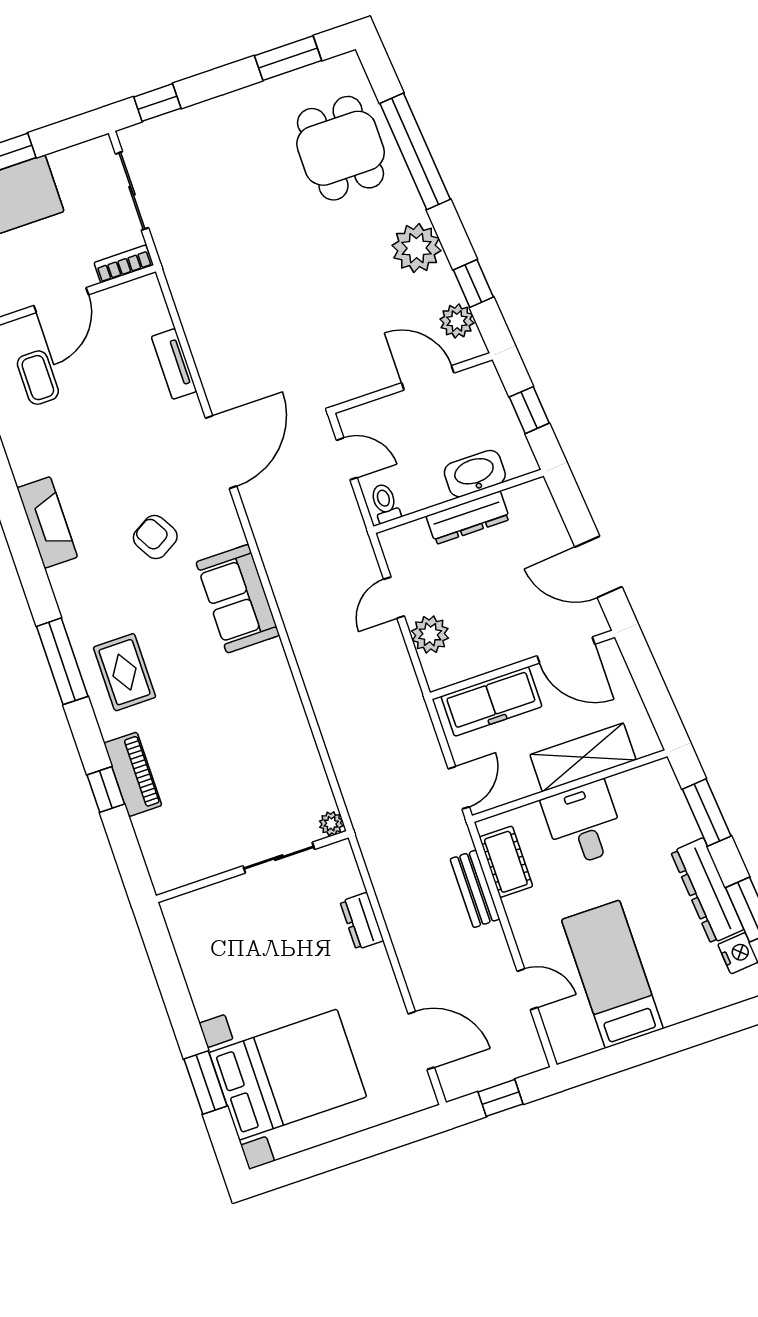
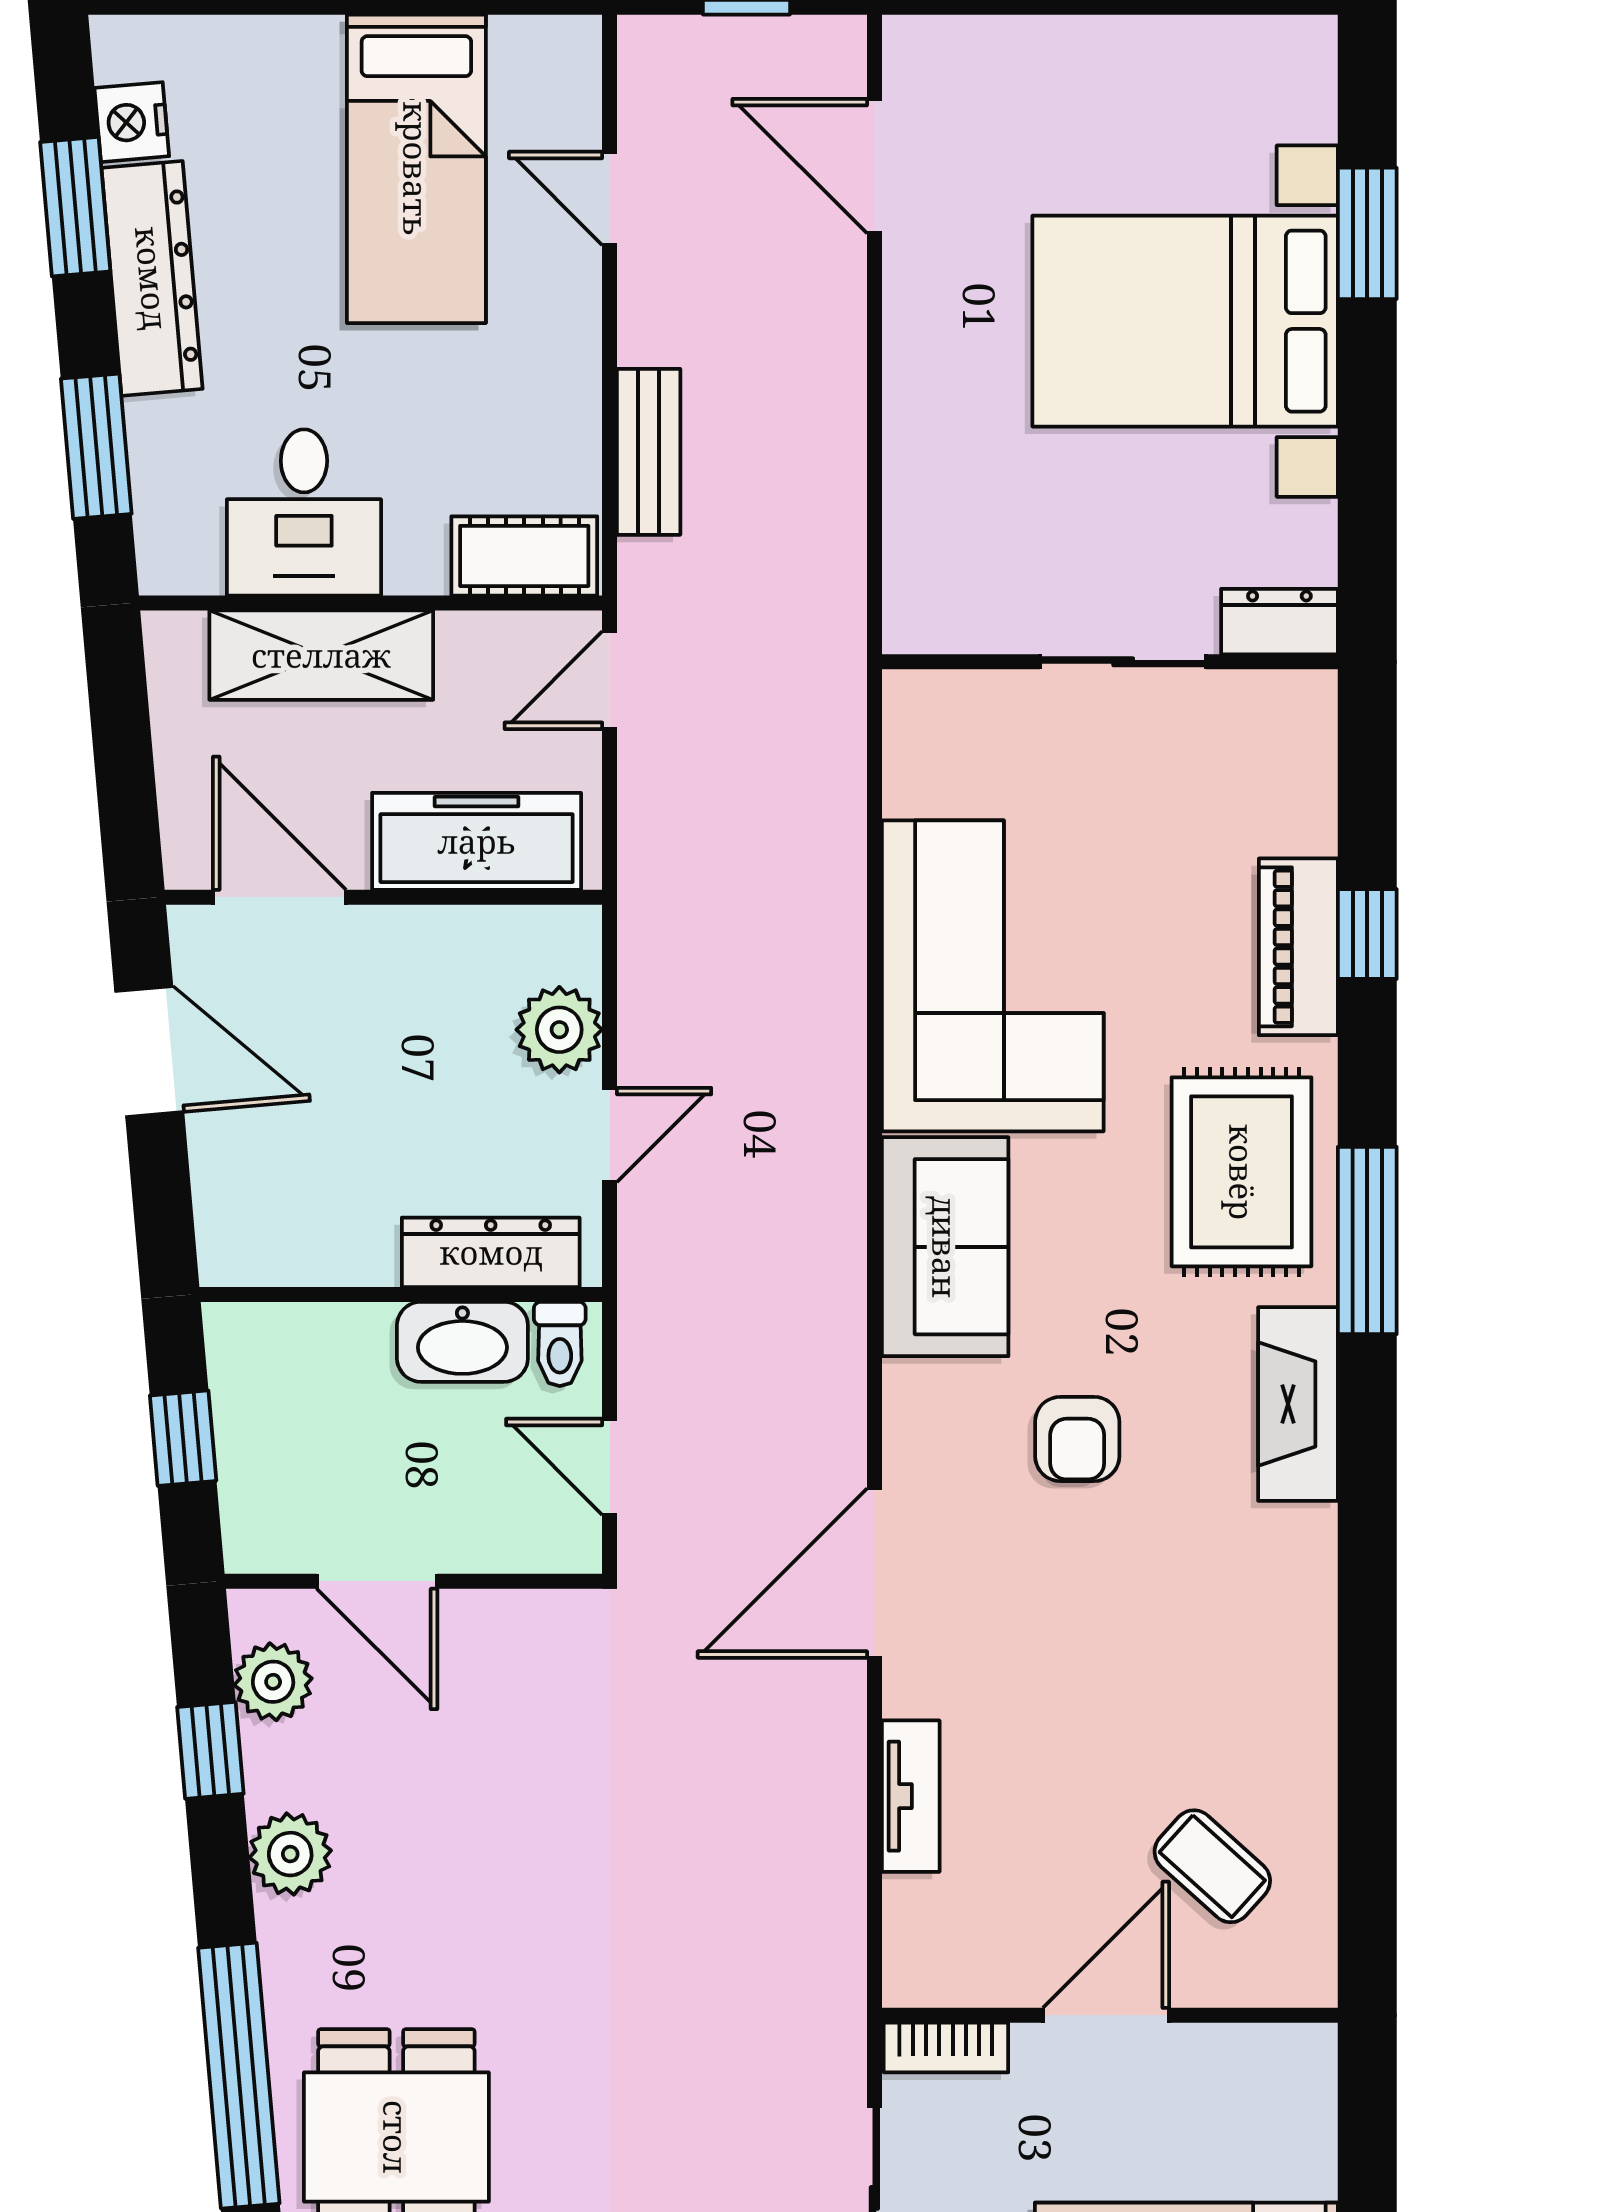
plant: (417, 248) -> (290, 1854), width x0.73, depth x0.73
coffee table: (38, 378) -> (1212, 1866), turned -48
washbasin: (475, 474) -> (462, 1342), moved
dresser: (468, 518) -> (491, 1252), moved
fireplace: (47, 522) -> (1298, 1404), moved
armchair: (155, 537) -> (1077, 1439), turned 30
rug: (125, 672) -> (1242, 1172), width x1.36, depth x1.43
corner sofa: (256, 719) -> (993, 976), added
plant: (331, 824) -> (909, 697), removed
desk: (584, 824) -> (304, 512), moved
sliding door: (279, 858) -> (1123, 662), moved
cot: (506, 862) -> (524, 556), moved, turned 90
dresser: (362, 921) -> (1279, 622), moved, turned -90
bed with nightstands: (288, 1075) -> (1185, 321), moved

